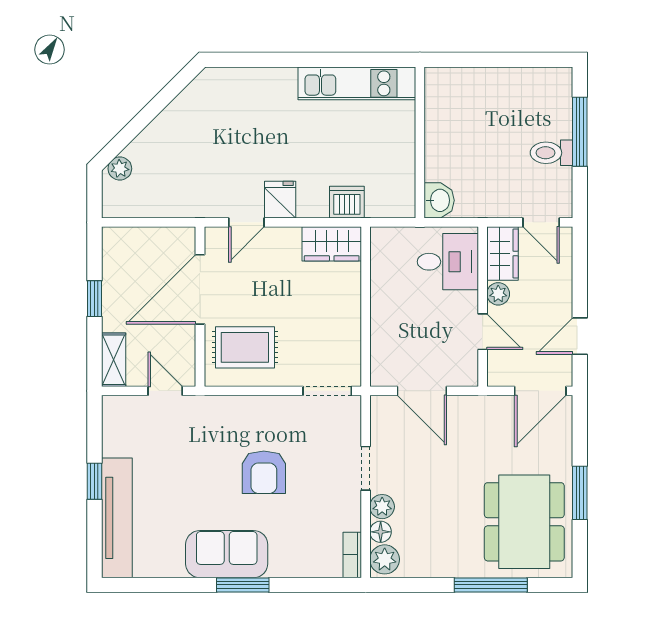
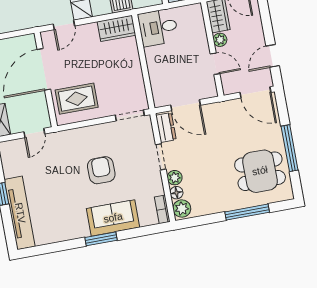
desk: (448, 262) -> (158, 27), moved, turned 180
door: (165, 391) -> (34, 133), swing flipped
door: (540, 391) -> (255, 92), hinge flipped
dresser: (383, 422) -> (166, 128), added
armchair: (264, 472) -> (101, 170), turned 180
window: (580, 493) -> (290, 148), width x1.44
dining table: (524, 522) -> (260, 171), width x0.73
sofa: (227, 554) -> (113, 218), moved

